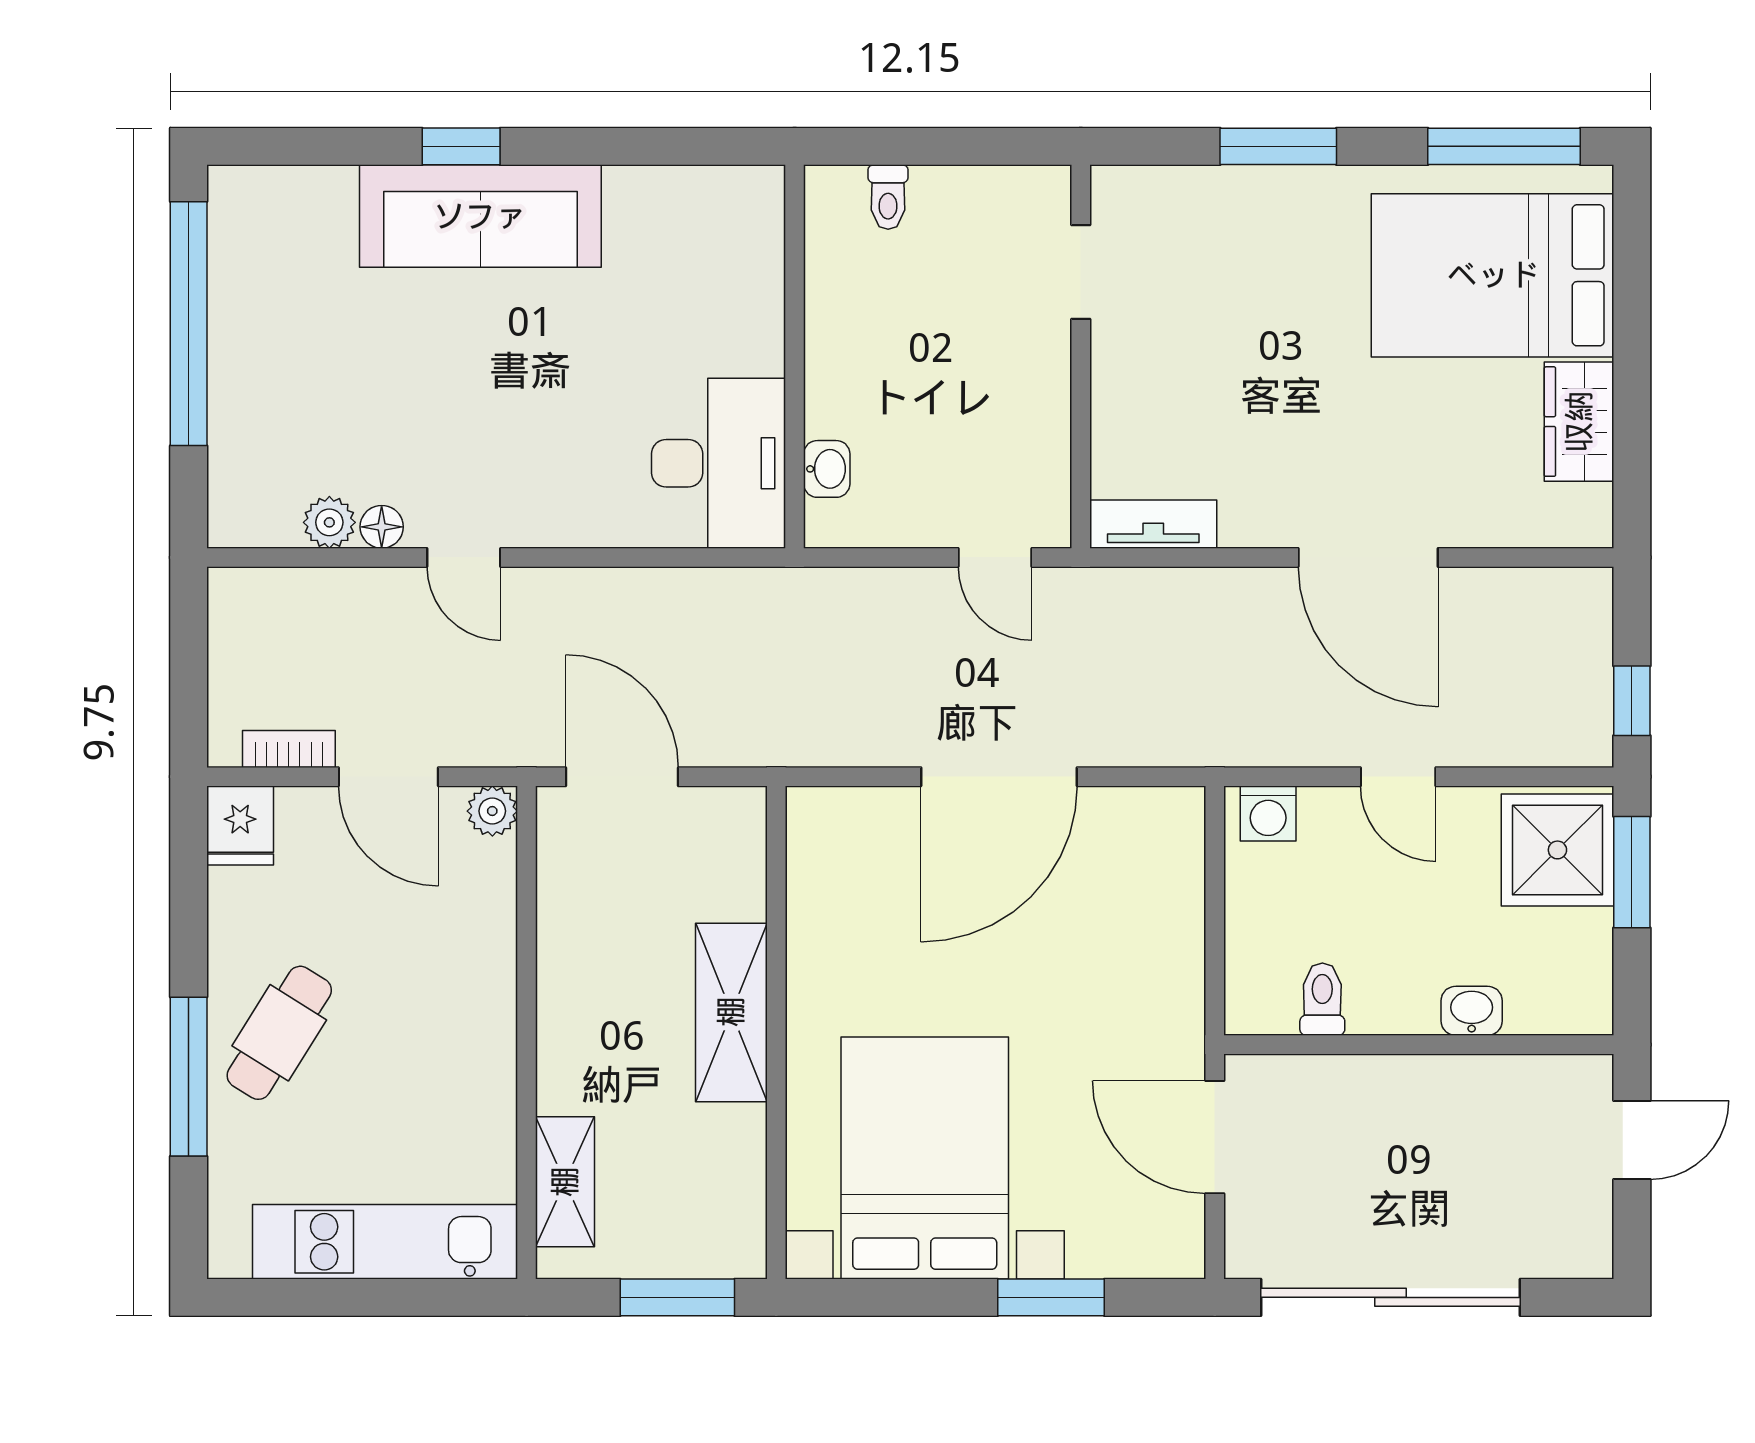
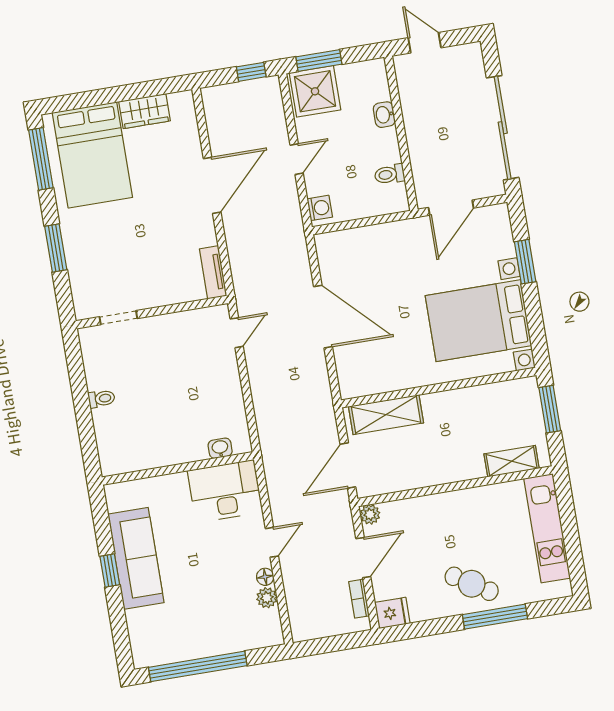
wall: (795, 356) -> (178, 468), moved
desk: (719, 463) -> (225, 491), moved
washbasin: (827, 469) -> (220, 448), moved
shelving: (731, 1012) -> (386, 415), moved

